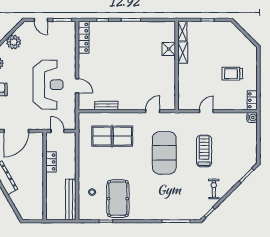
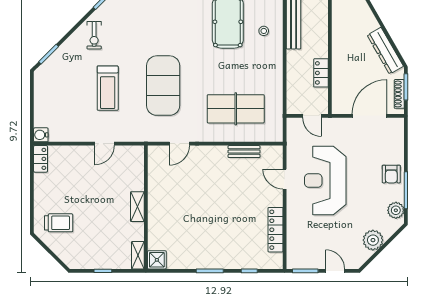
locker: (84, 37) -> (276, 230), moved
shower: (169, 49) -> (157, 260), moved
shelving: (183, 53) -> (137, 207), moved
trolley: (232, 74) -> (59, 223), moved

